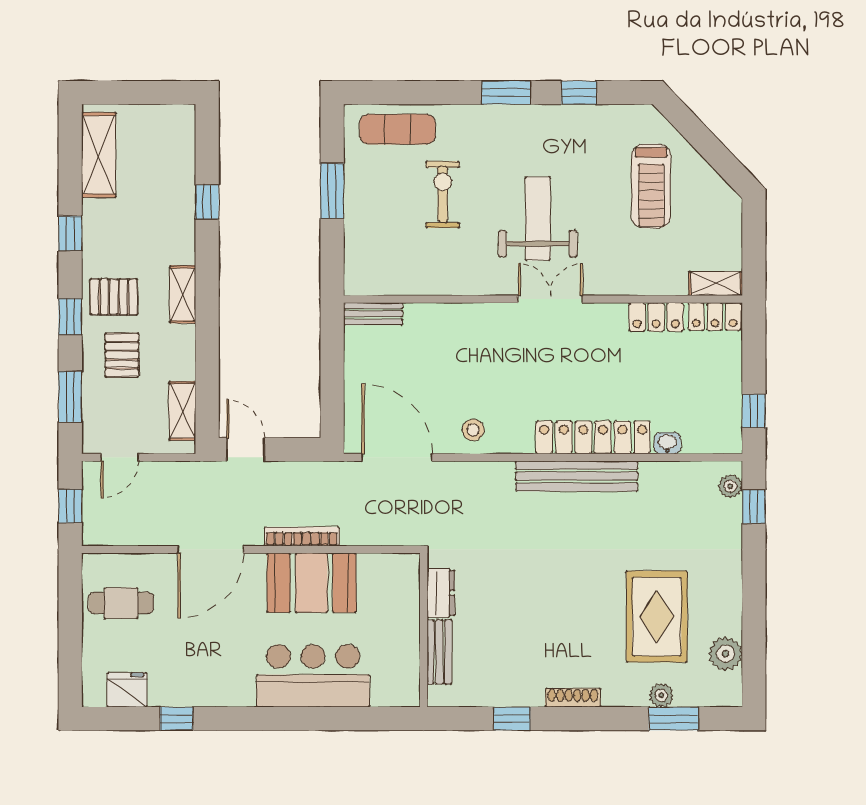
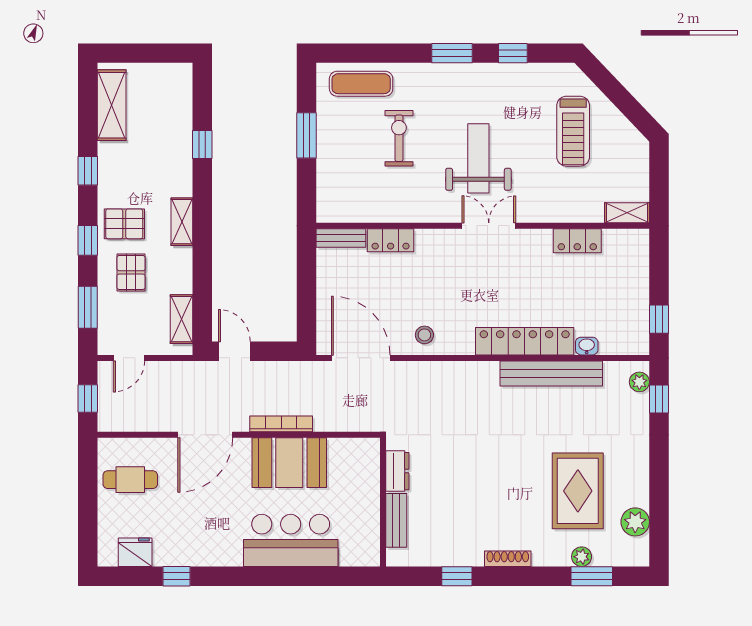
locker: (715, 317) -> (391, 240), moved
bench: (577, 476) -> (551, 374), moved

